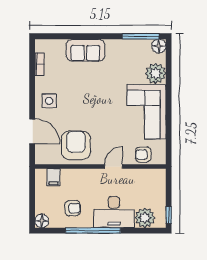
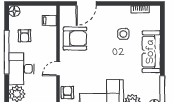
sofa: (85, 50) -> (151, 52), width x1.36
side table: (49, 101) -> (123, 34), moved
door: (114, 166) -> (58, 69), swing flipped

